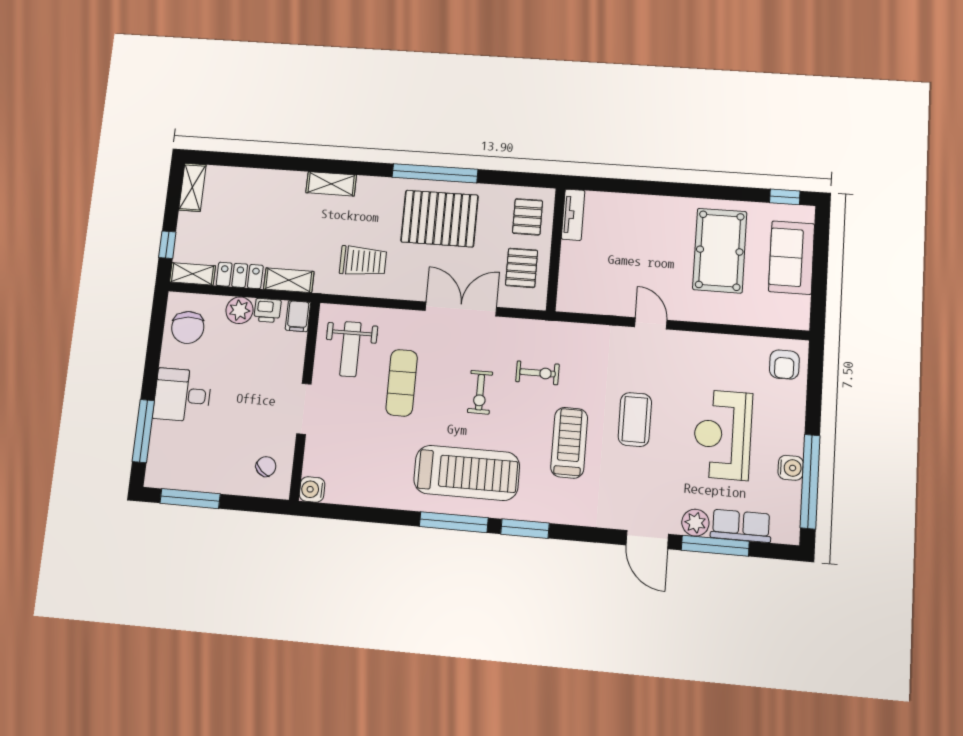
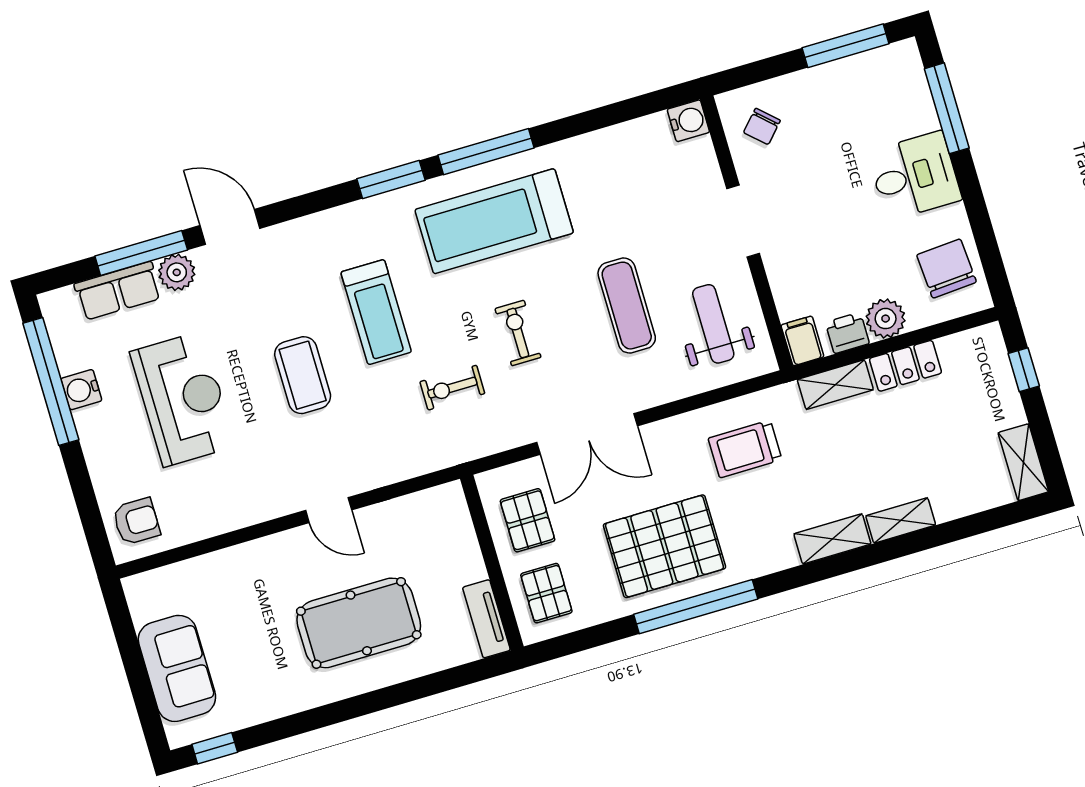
pool table: (720, 251) -> (359, 623), moved, turned 90
shelving: (192, 274) -> (901, 520), moved
armchair: (784, 365) -> (136, 521), turned 90

